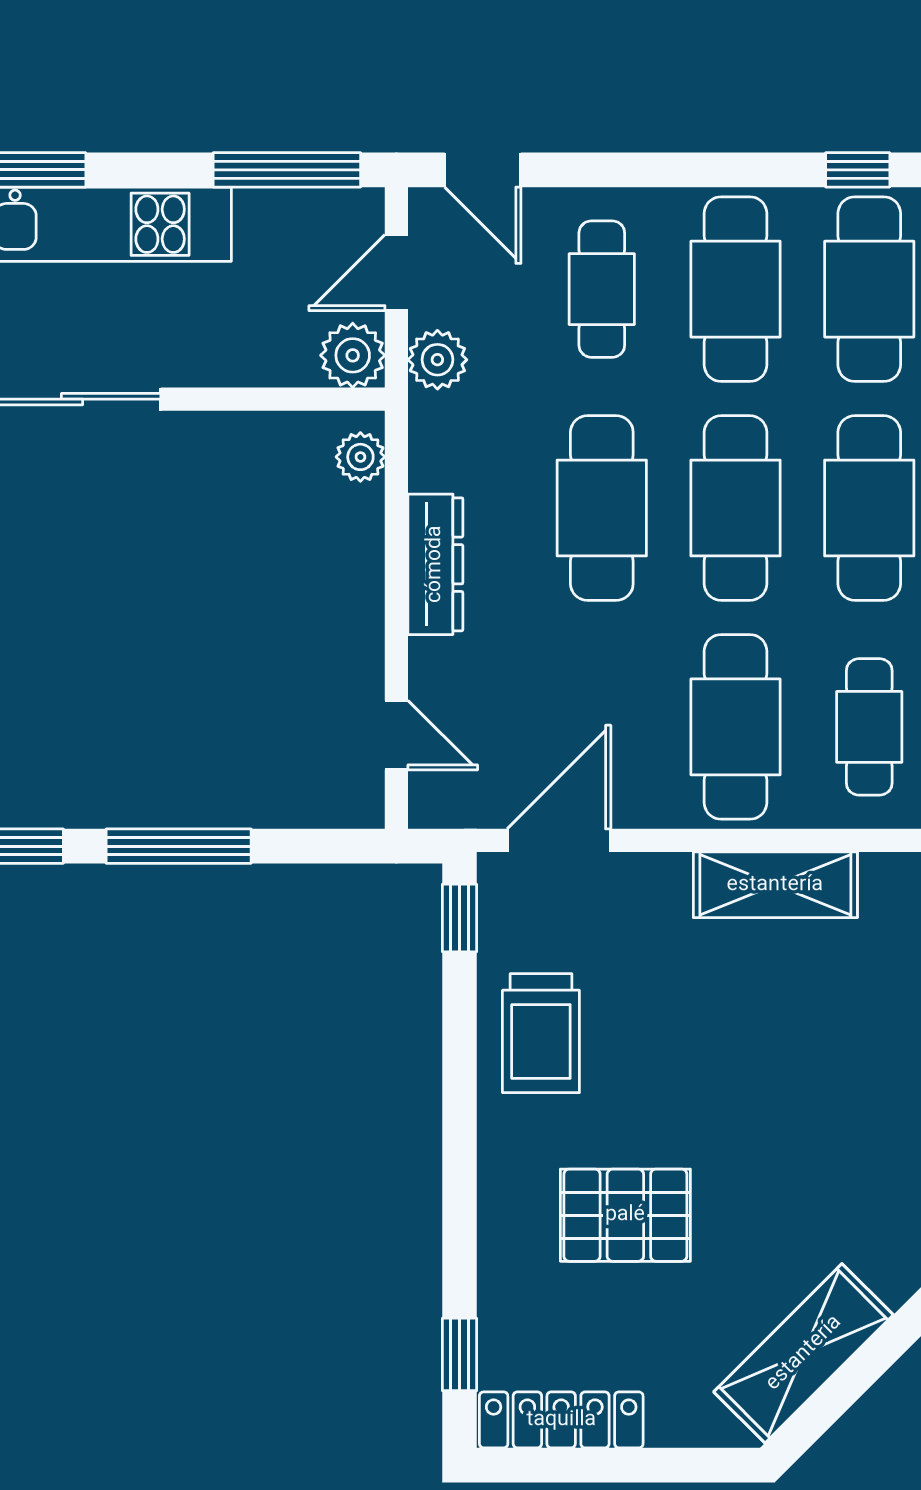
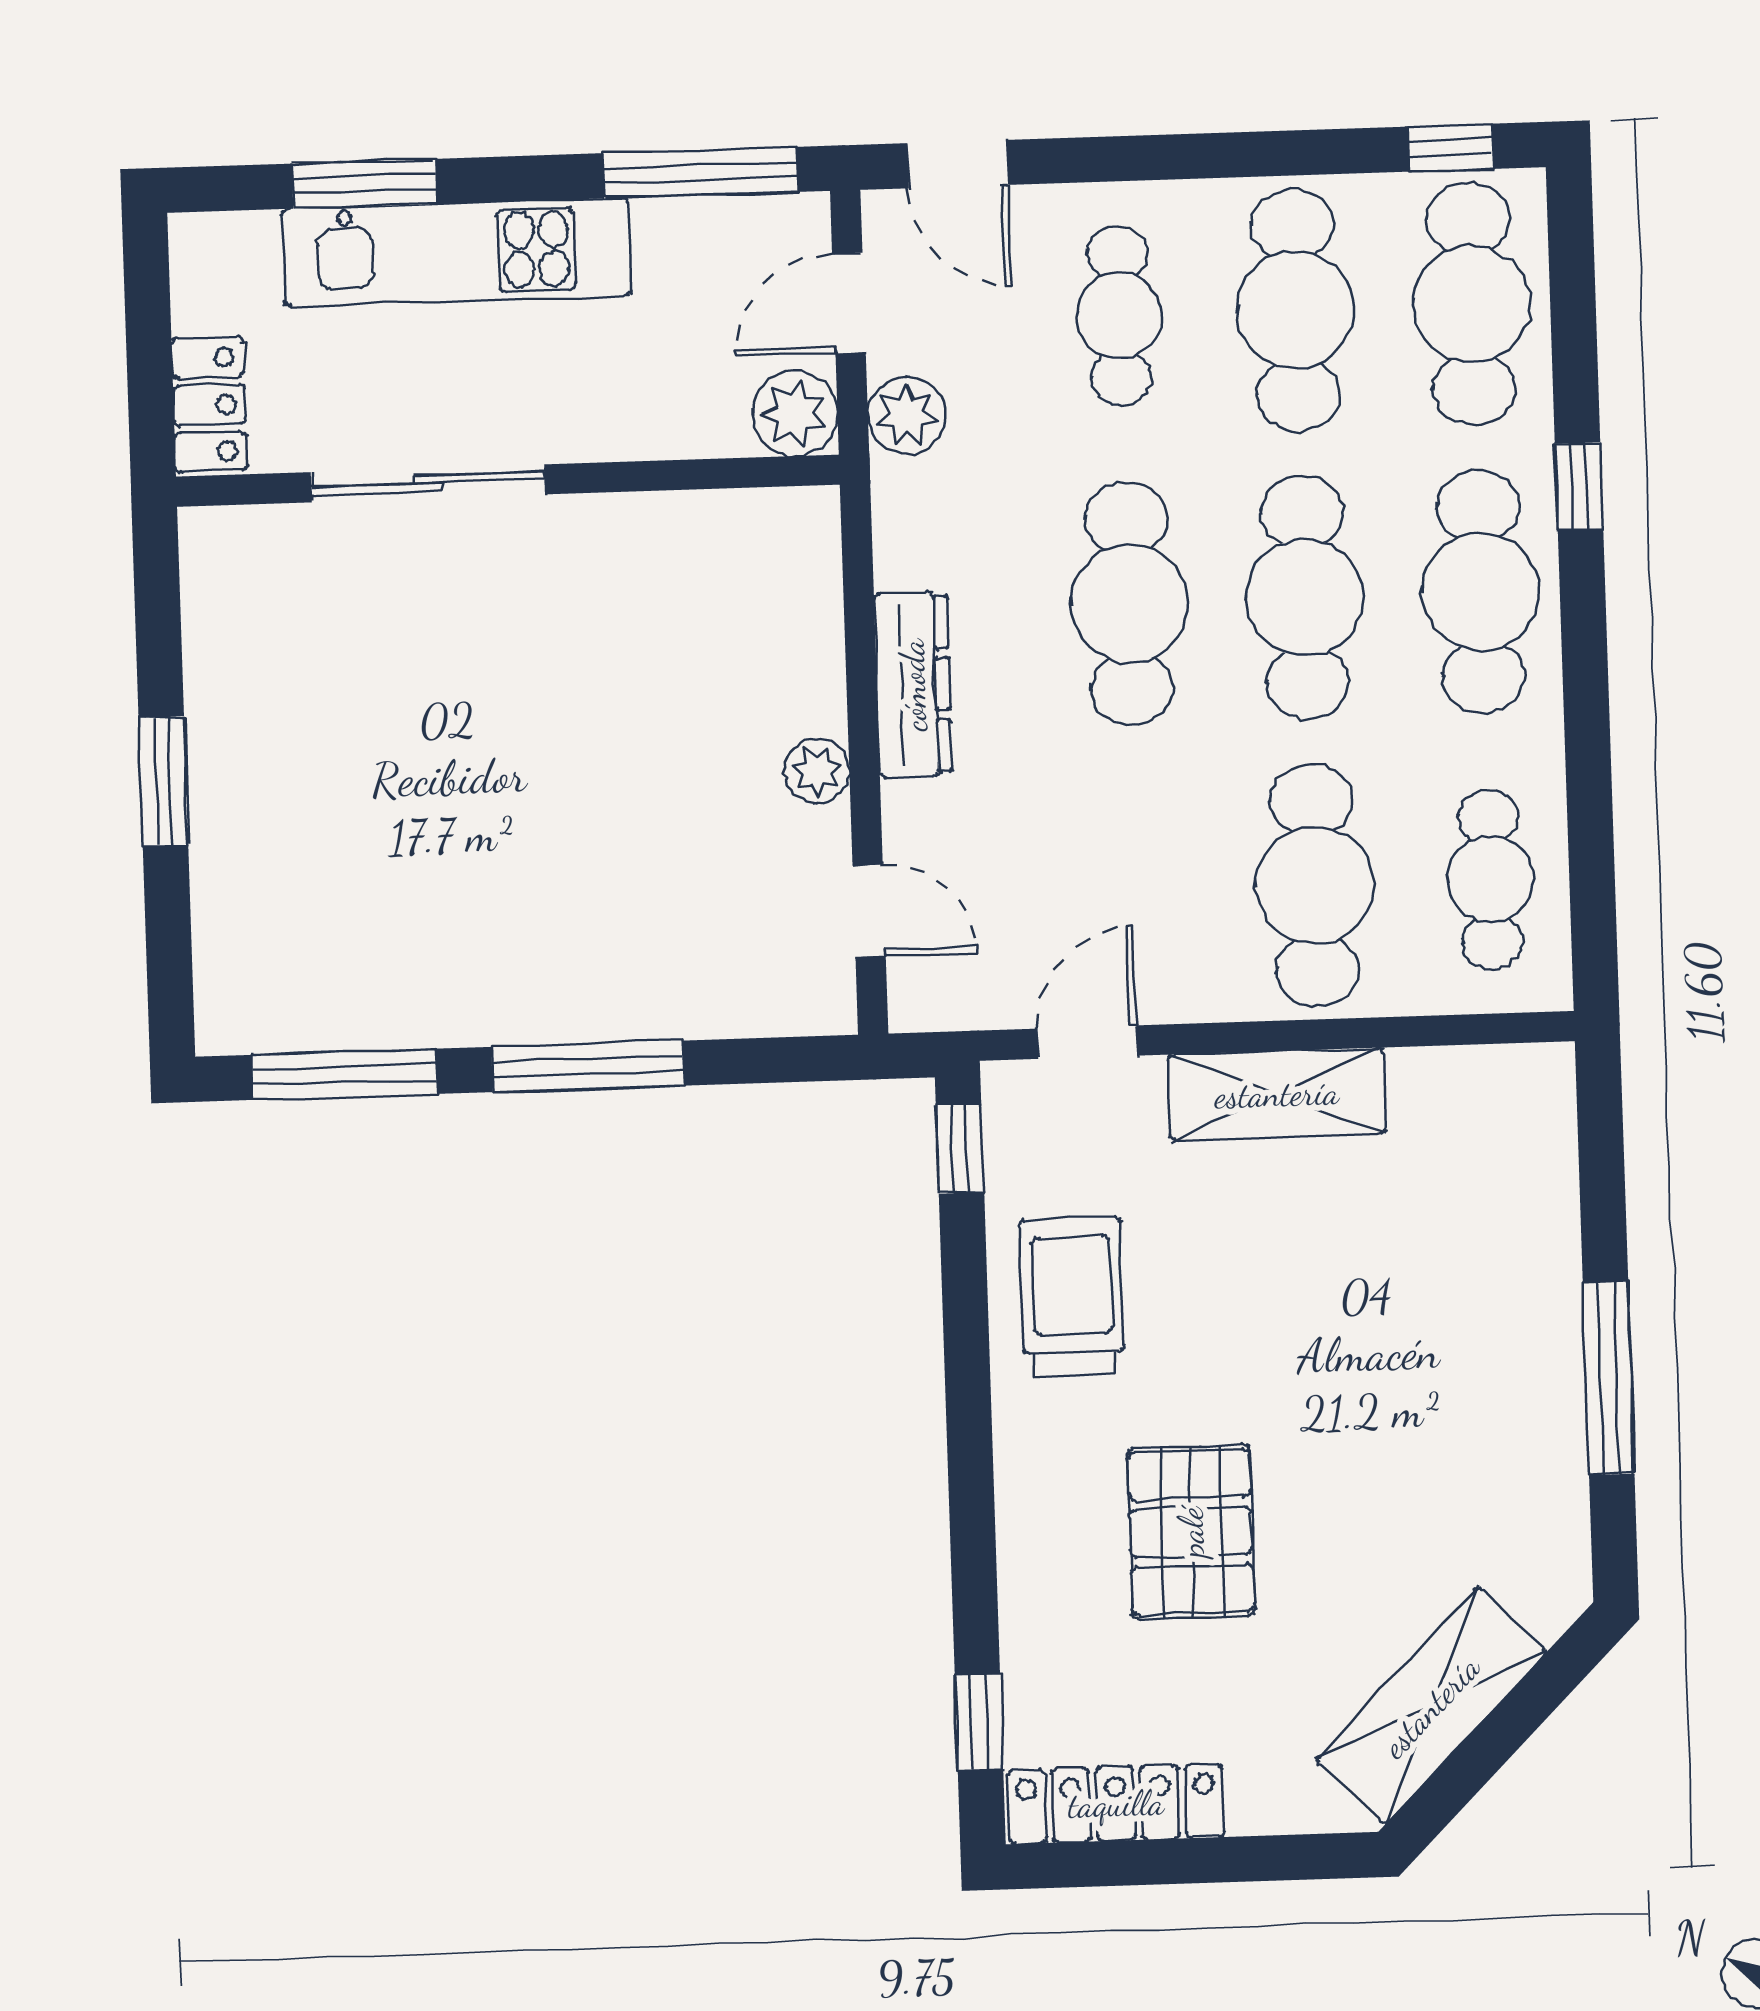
plant: (360, 457) -> (817, 771), moved
door: (559, 840) -> (1087, 1042), width x0.73
shelving: (775, 885) -> (1277, 1094), moved
trolley: (541, 1033) -> (1072, 1296), turned 180
pallet: (625, 1215) -> (1191, 1532), turned 90

